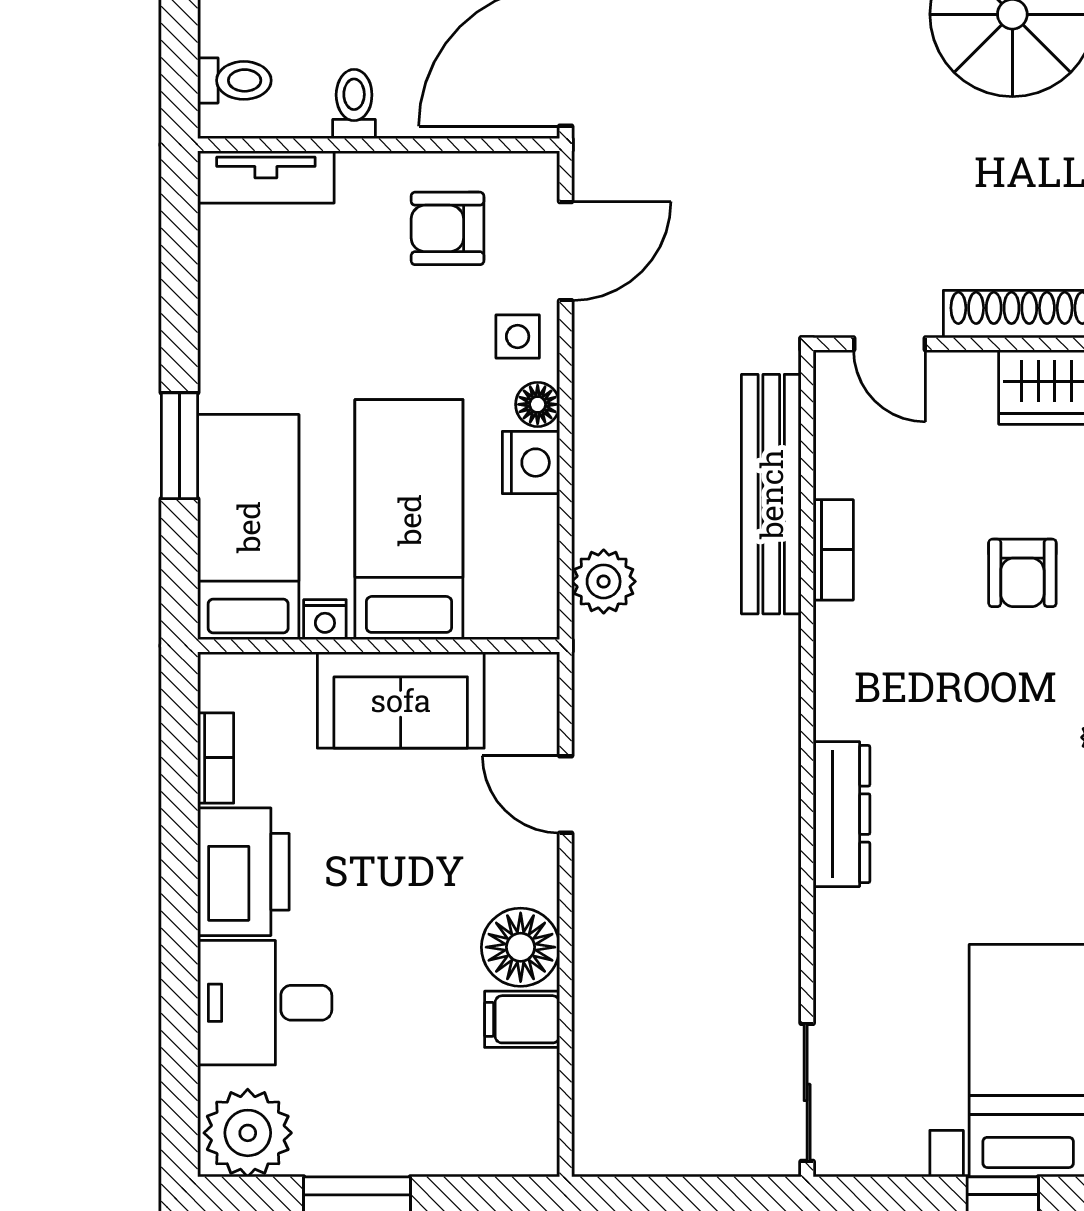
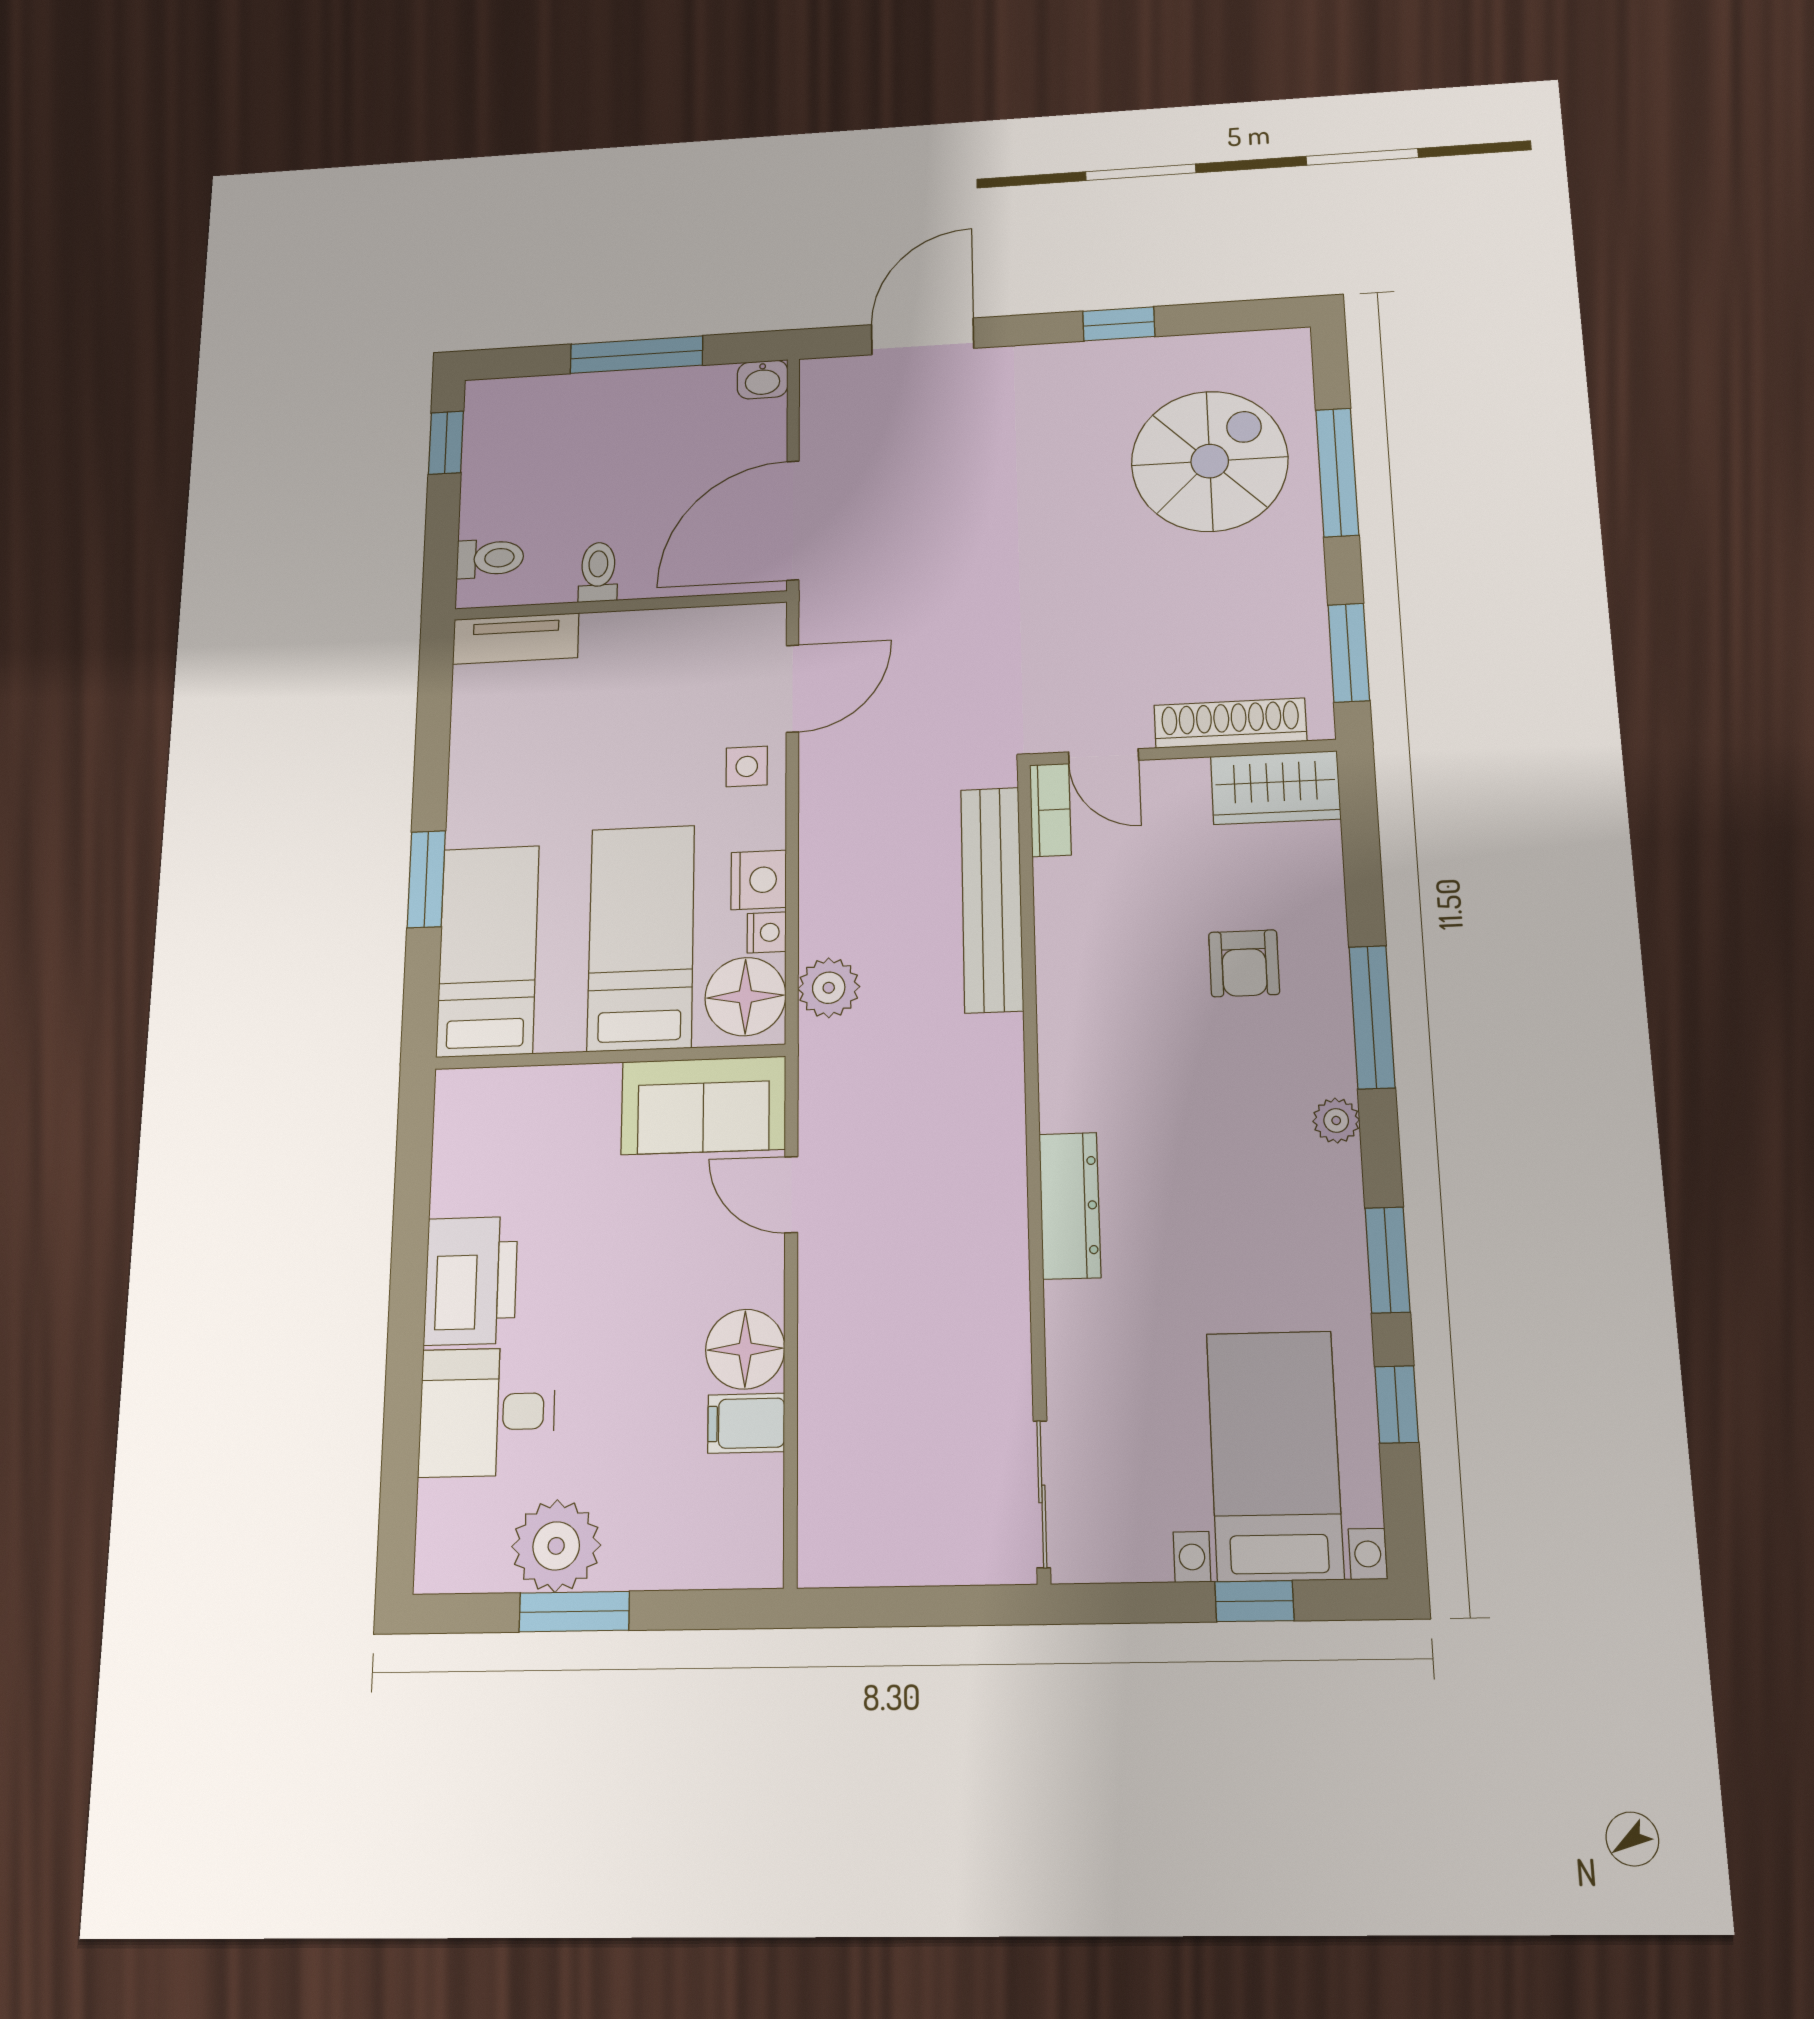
armchair: (448, 228) -> (682, 674), removed
floor lamp: (538, 404) -> (745, 997), moved, width x1.89, depth x1.89
bookcase: (833, 550) -> (1050, 810), moved
nightstand: (325, 620) -> (767, 932), moved, turned -90
sofa: (401, 700) -> (703, 1105), moved
bookcase: (216, 758) -> (448, 1170), removed
plant: (248, 1133) -> (556, 1546), moved

